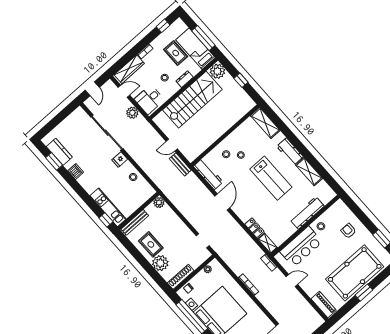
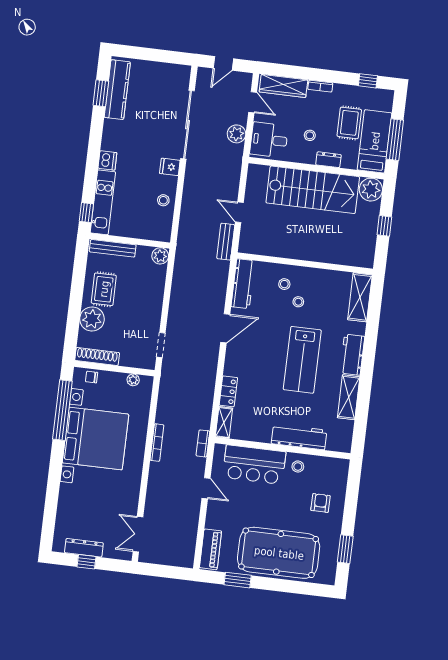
kitchen counter: (59, 152) -> (117, 90), width x1.50
dishwasher: (76, 171) -> (107, 160), moved
window: (364, 293) -> (238, 580), moved

